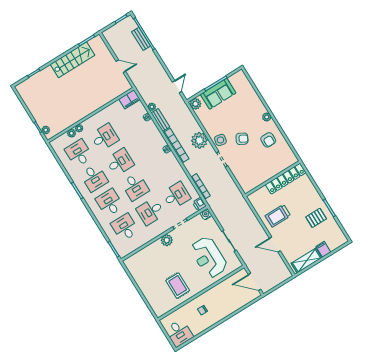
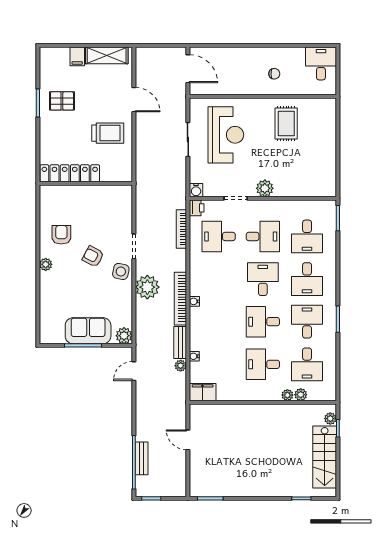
stairs: (72, 60) -> (325, 457), moved, turned -90

